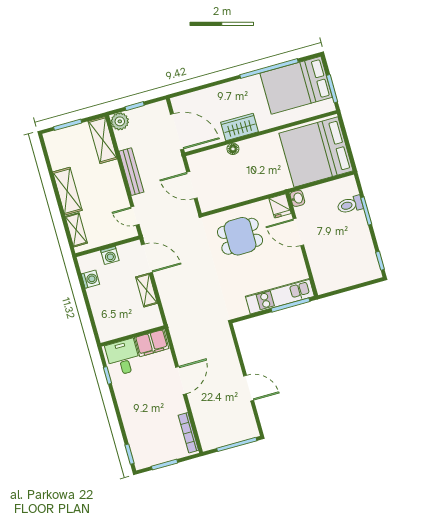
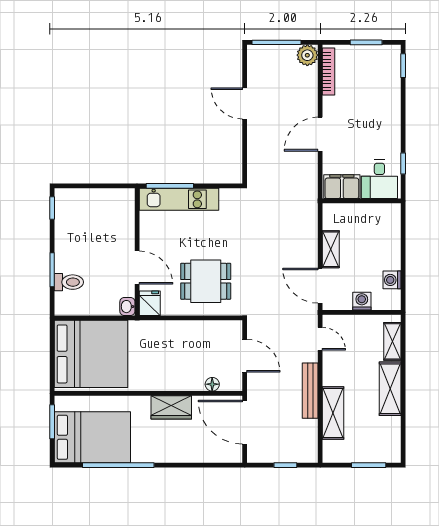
plant: (120, 121) -> (307, 55), moved
shelving: (103, 140) -> (333, 413), moved
floor lamp: (233, 149) -> (212, 384), moved

